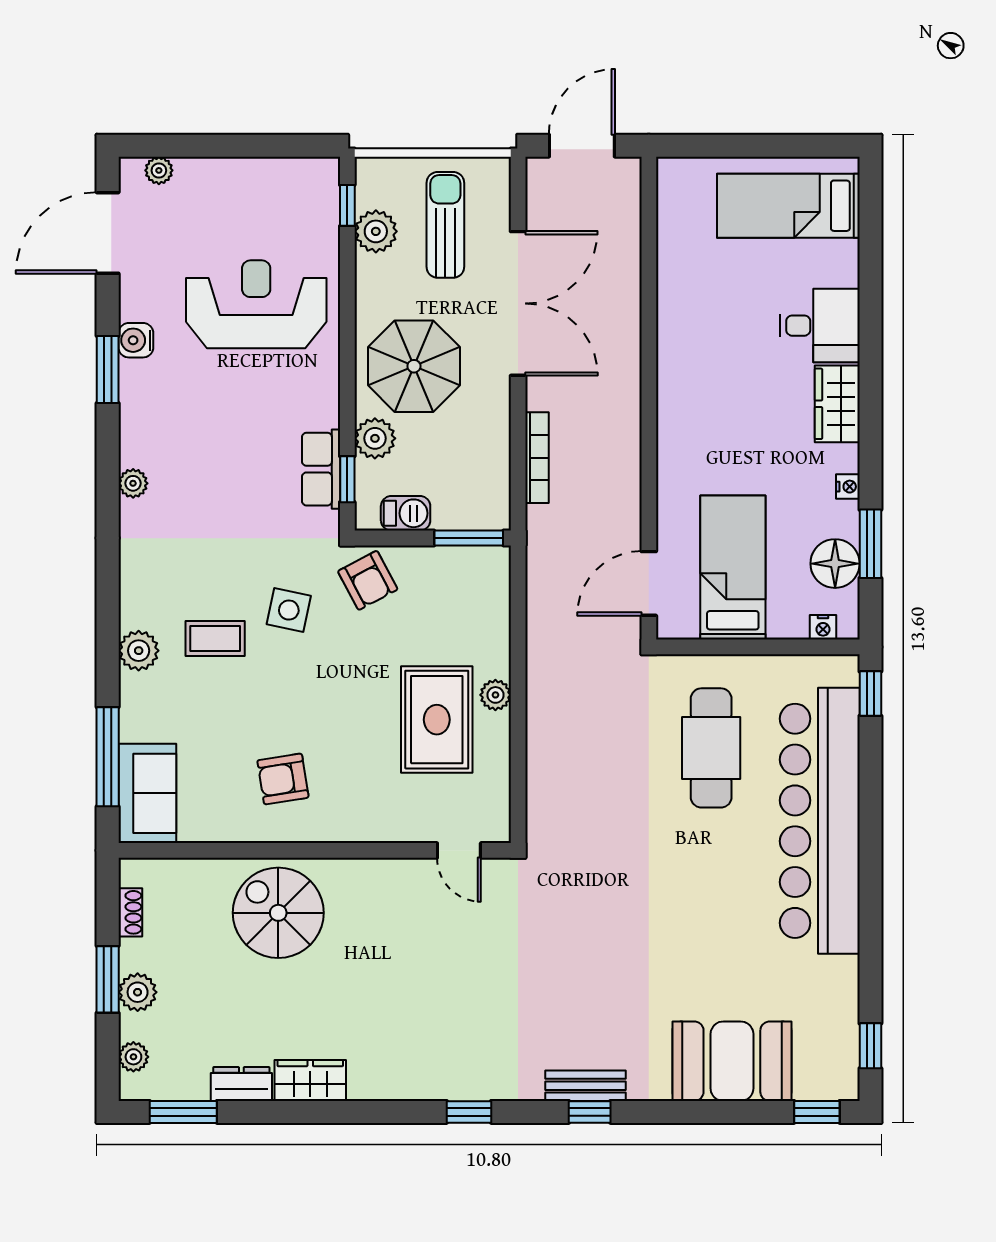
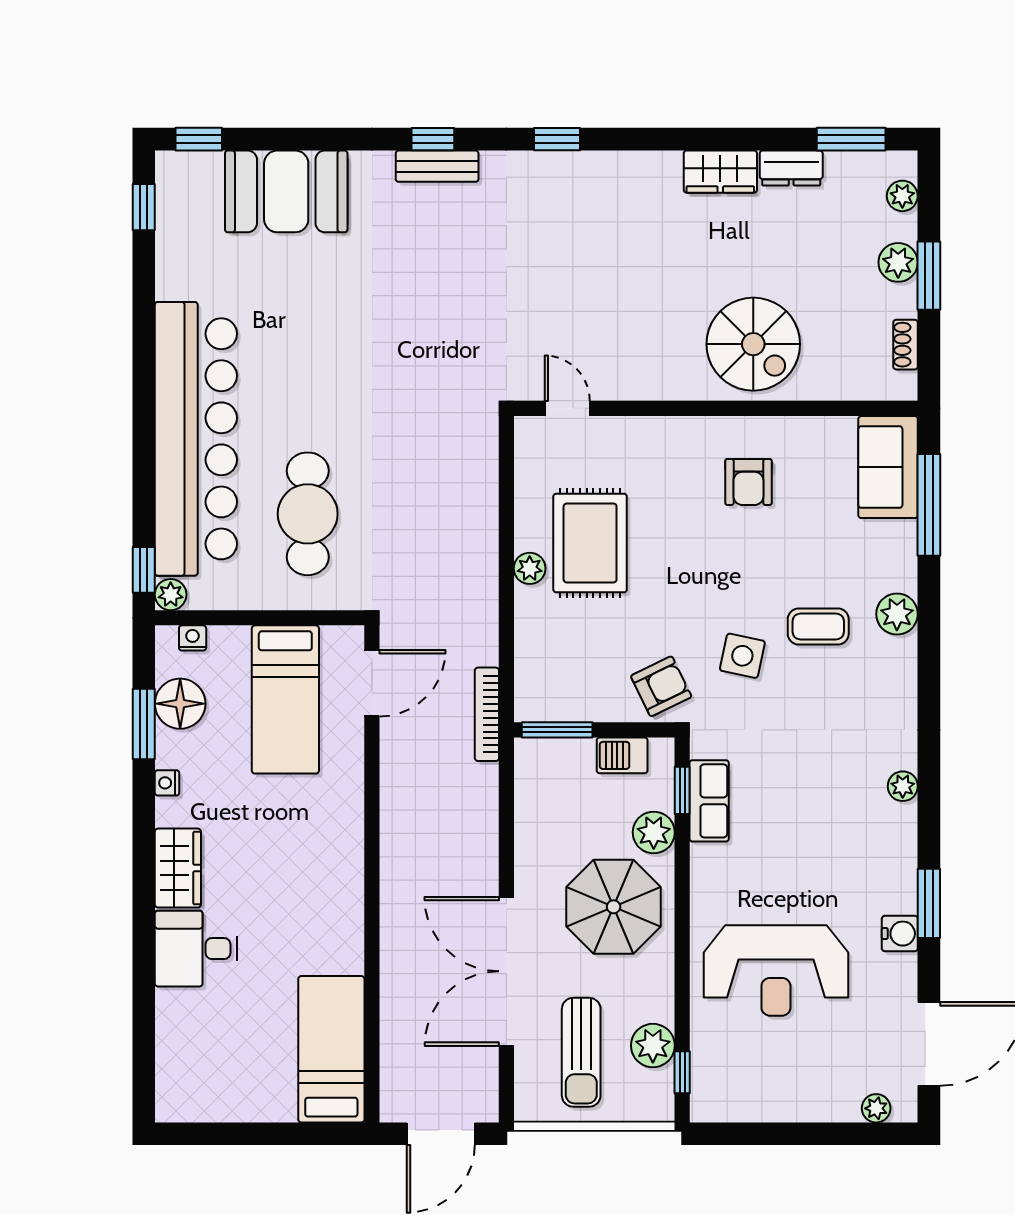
bed: (788, 206) -> (331, 1049), moved, turned -90
bookcase: (537, 458) -> (487, 714), moved
armchair: (368, 580) -> (661, 686), turned 92
plant: (844, 669) -> (171, 595), added
armchair: (283, 779) -> (748, 482), turned 99

